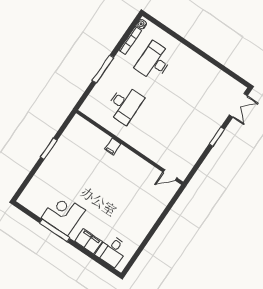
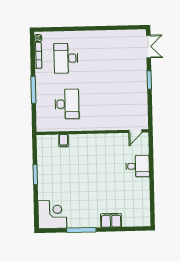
filing cabinet: (113, 147) -> (64, 141), moved
corner desk: (63, 214) -> (52, 214), moved, turned 90
desk: (112, 251) -> (138, 166), moved, turned -90

